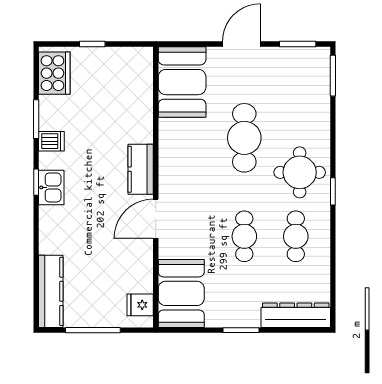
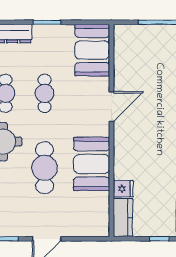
booth: (182, 82) -> (92, 164), moved
kitchen counter: (141, 169) -> (123, 217), moved
fridge: (140, 305) -> (123, 189), moved

